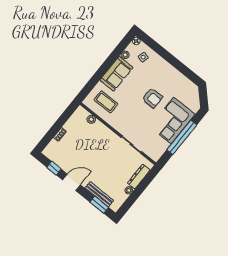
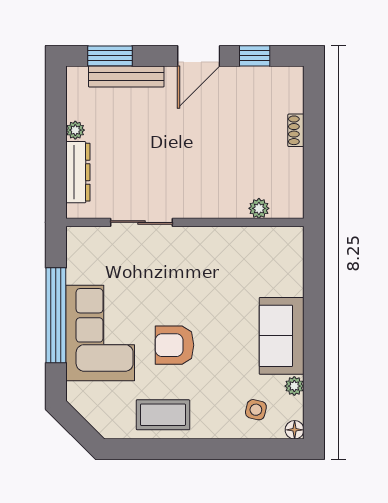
coffee table: (106, 102) -> (163, 415), moved

